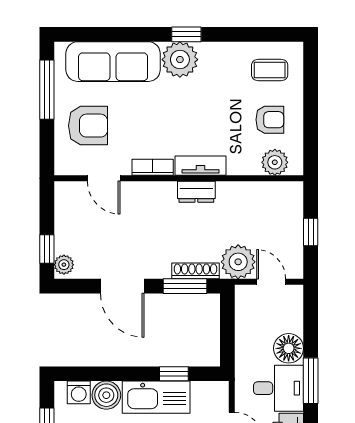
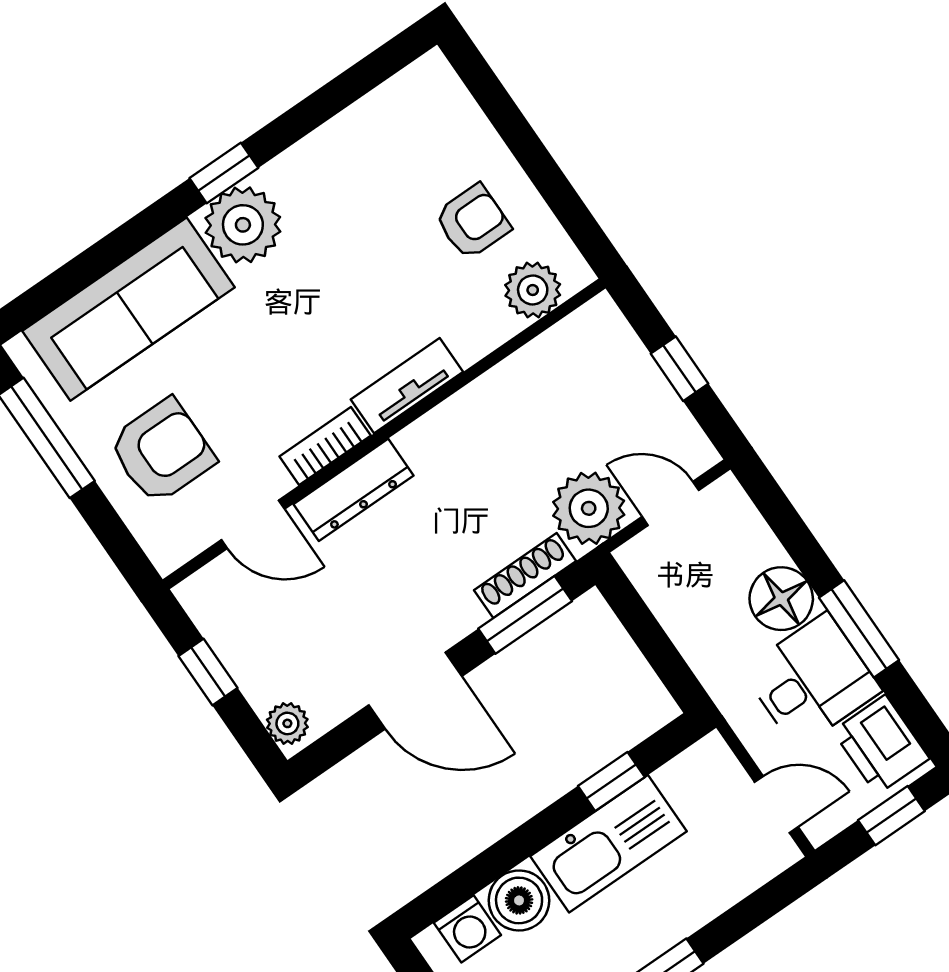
coffee table: (270, 70) -> (412, 135), removed
dresser: (196, 192) -> (353, 490), moved, width x1.44
window: (47, 249) -> (208, 672), moved

